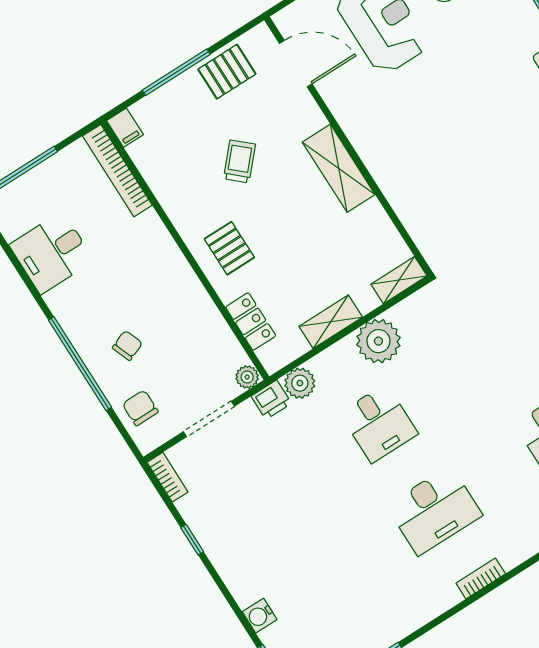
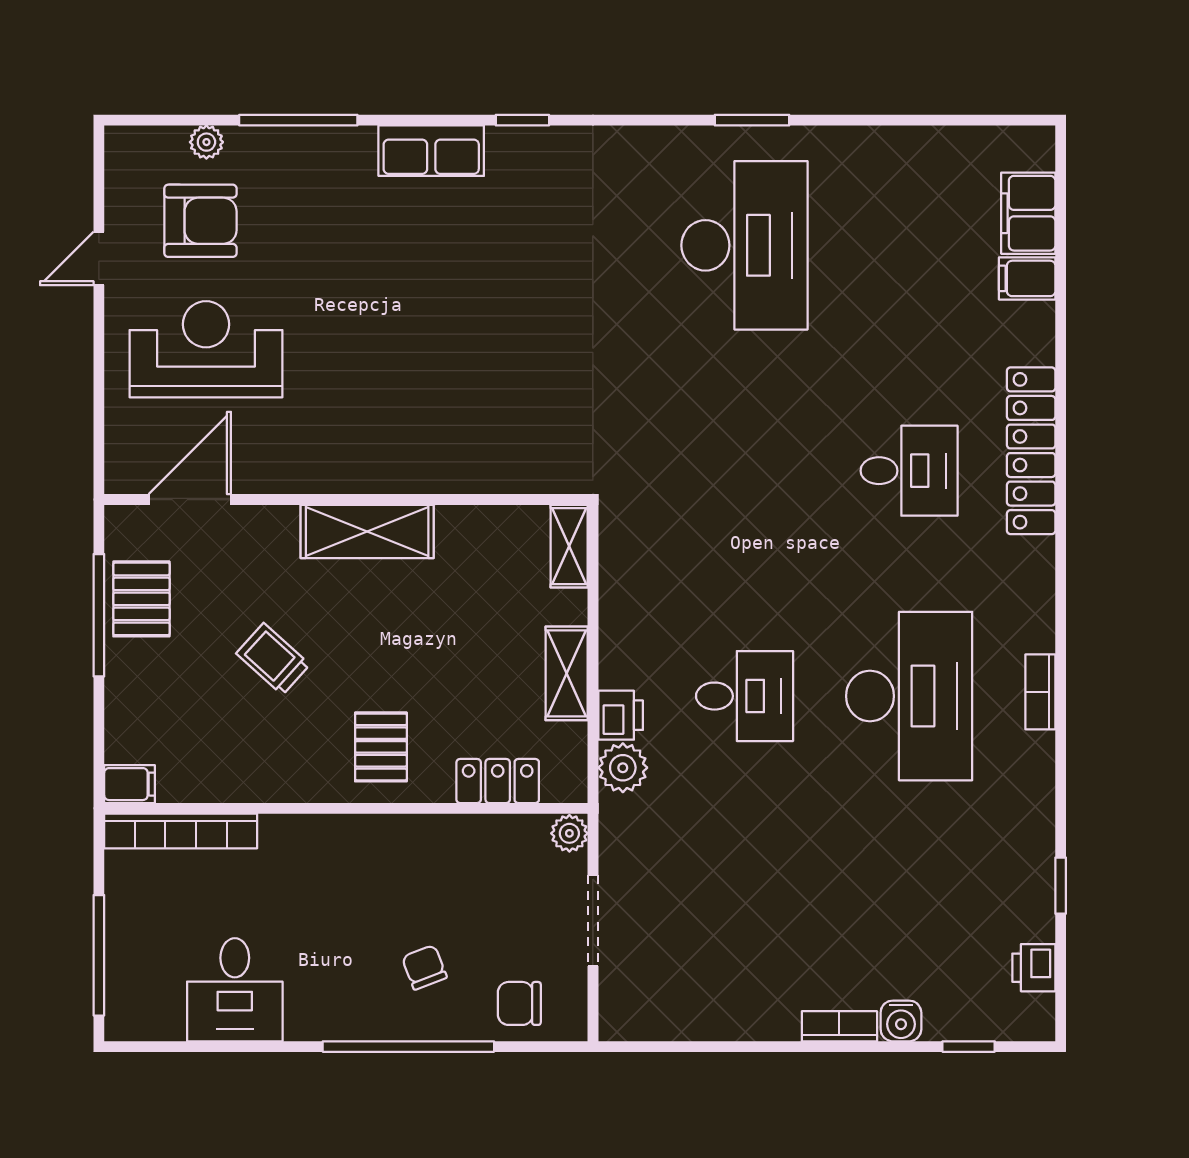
window: (176, 72) -> (99, 615), moved
pallet: (229, 248) -> (381, 747), turned 90
plant: (378, 341) -> (634, 626), removed
printer: (271, 400) -> (621, 715), moved
bookcase: (168, 477) -> (839, 1026), moved
desk: (434, 510) -> (909, 696), width x1.36, depth x1.30
window: (192, 540) -> (741, 1047), removed

